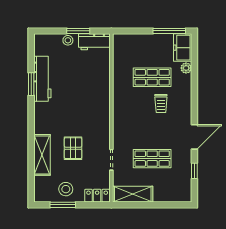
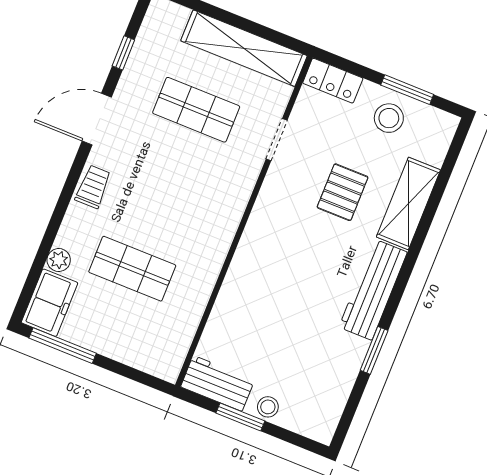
workbench: (42, 79) -> (373, 290), moved
trolley: (161, 103) -> (93, 187), moved
shelving: (133, 194) -> (244, 48), width x1.47

